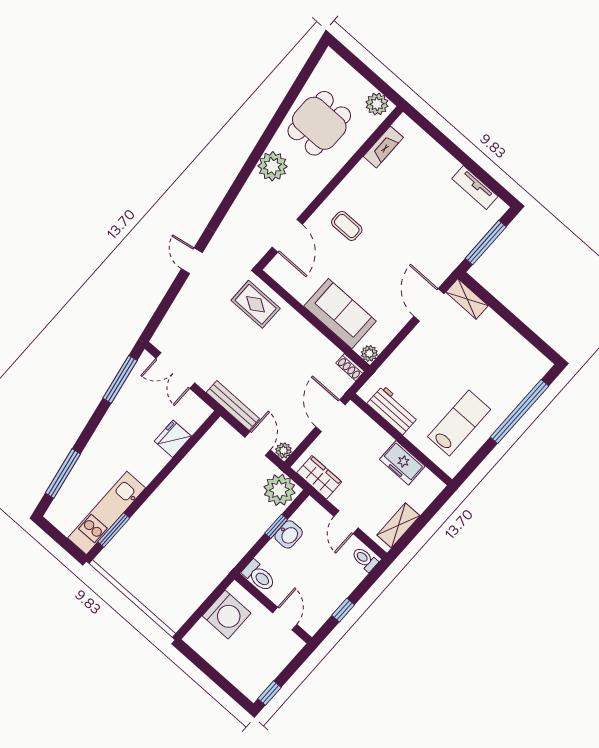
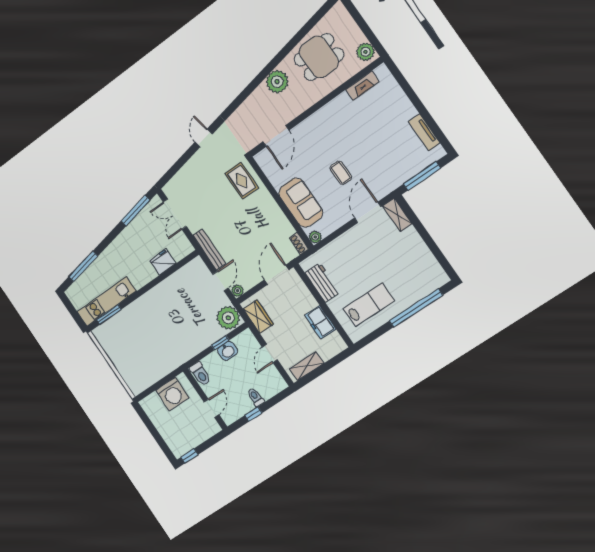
coffee table: (347, 226) -> (341, 173), moved
toilet: (365, 559) -> (256, 397), moved

